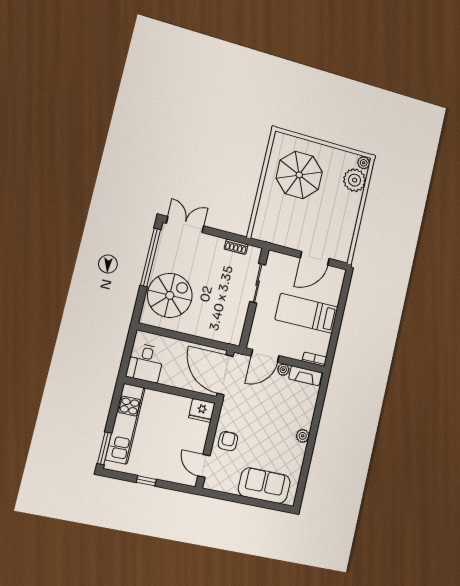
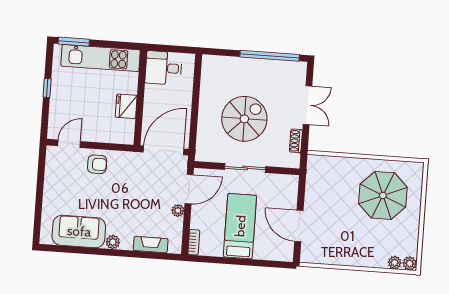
plant: (355, 180) -> (395, 263), width x0.53, depth x0.53
double door: (185, 225) -> (308, 105), moved
sliding door: (258, 283) -> (245, 168), moved
spiral stairs: (170, 295) -> (244, 119), moved, turned -90
door: (265, 356) -> (189, 189), swing flipped
fireplace: (305, 376) -> (151, 245), moved, turned 90
fridge: (202, 410) -> (126, 106), moved
sofa: (264, 486) -> (79, 231), moved, turned -90

